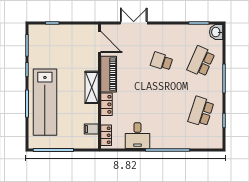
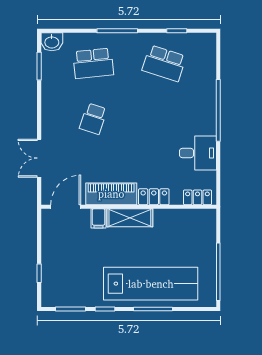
school desk: (201, 61) -> (93, 63), turned -30
filing cabinet: (91, 129) -> (98, 218), moved

